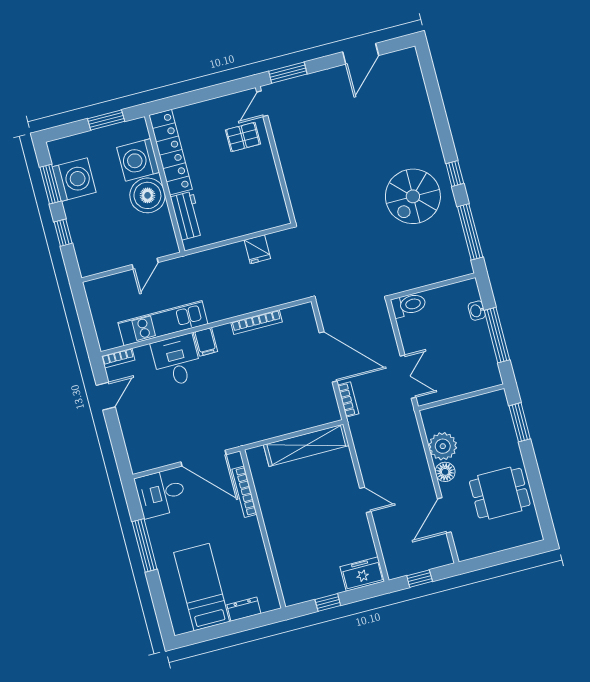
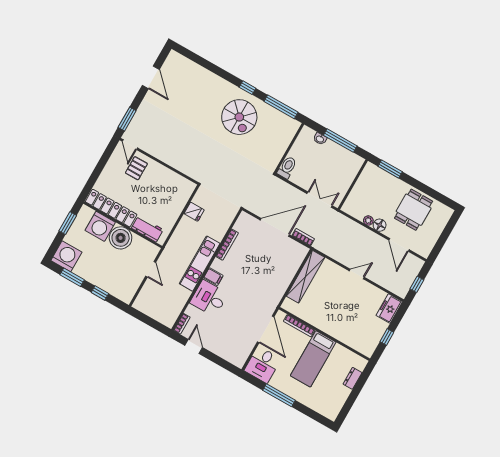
washing machine: (74, 180) -> (66, 256), moved
kitchen unit: (163, 323) -> (200, 264), moved
plant: (443, 446) -> (368, 220), width x0.53, depth x0.53
door: (204, 458) -> (266, 329), hinge flipped
bed: (202, 587) -> (313, 359), moved, turned -90

